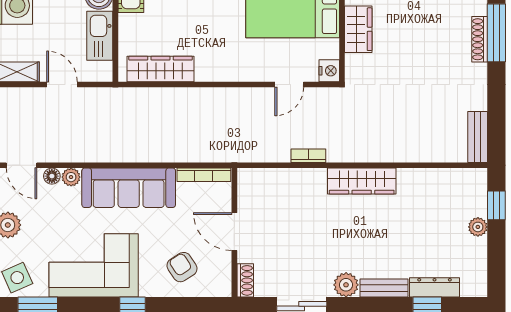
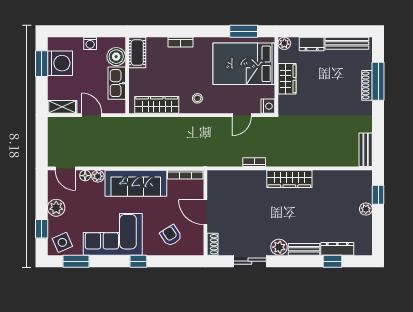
stool: (222, 59) -> (197, 98), added

